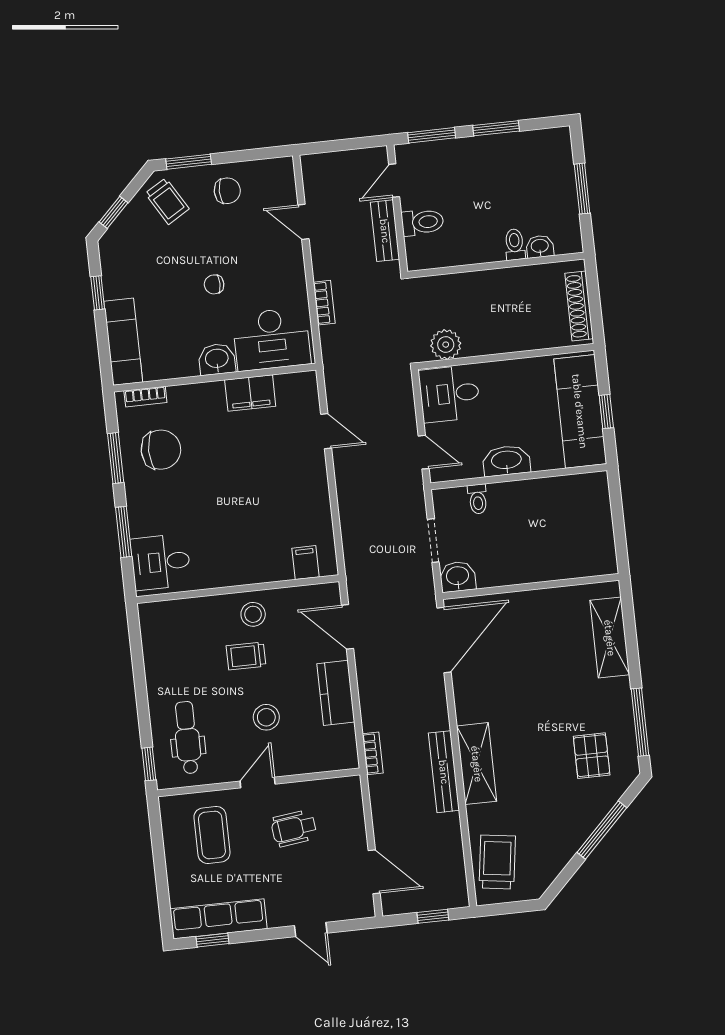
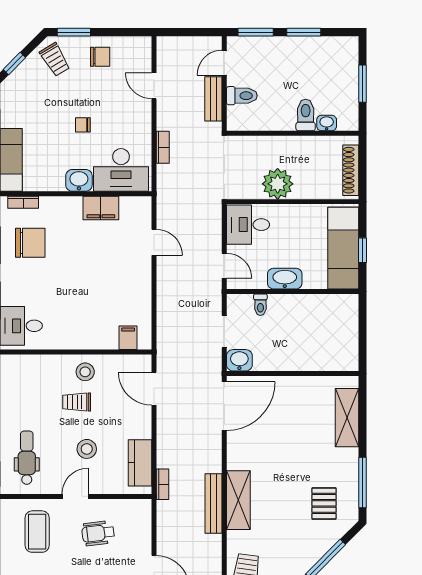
toilet: (515, 244) -> (306, 115), width x1.37, depth x1.39
plant: (446, 345) -> (278, 184), moved, width x1.36, depth x1.36
kitchen counter: (336, 693) -> (140, 463), moved

